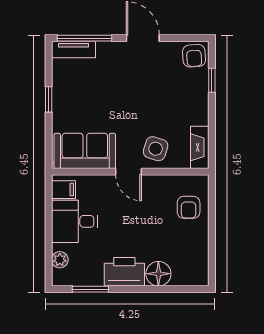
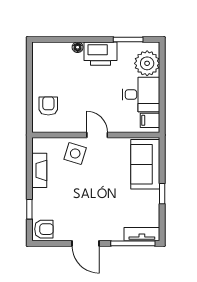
armchair: (194, 56) -> (44, 229), turned 93
fireplace: (200, 147) -> (39, 170), moved
sofa: (85, 151) -> (145, 164), moved, turned 90
plant: (60, 260) -> (147, 63), width x1.88, depth x1.88
floor lamp: (158, 274) -> (78, 47), width x0.53, depth x0.53

